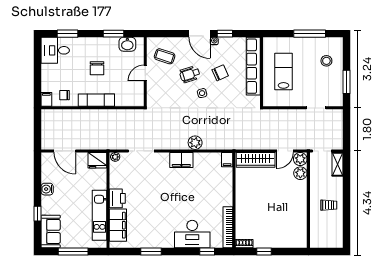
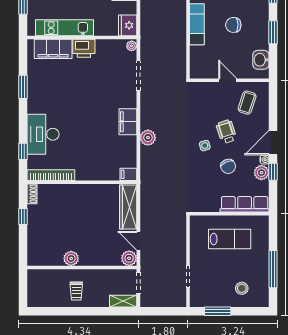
window: (113, 34) -> (273, 32), moved
plant: (226, 44) -> (261, 173), added
row of seats: (253, 66) -> (245, 204), width x0.73
plant: (300, 173) -> (71, 258), moved

